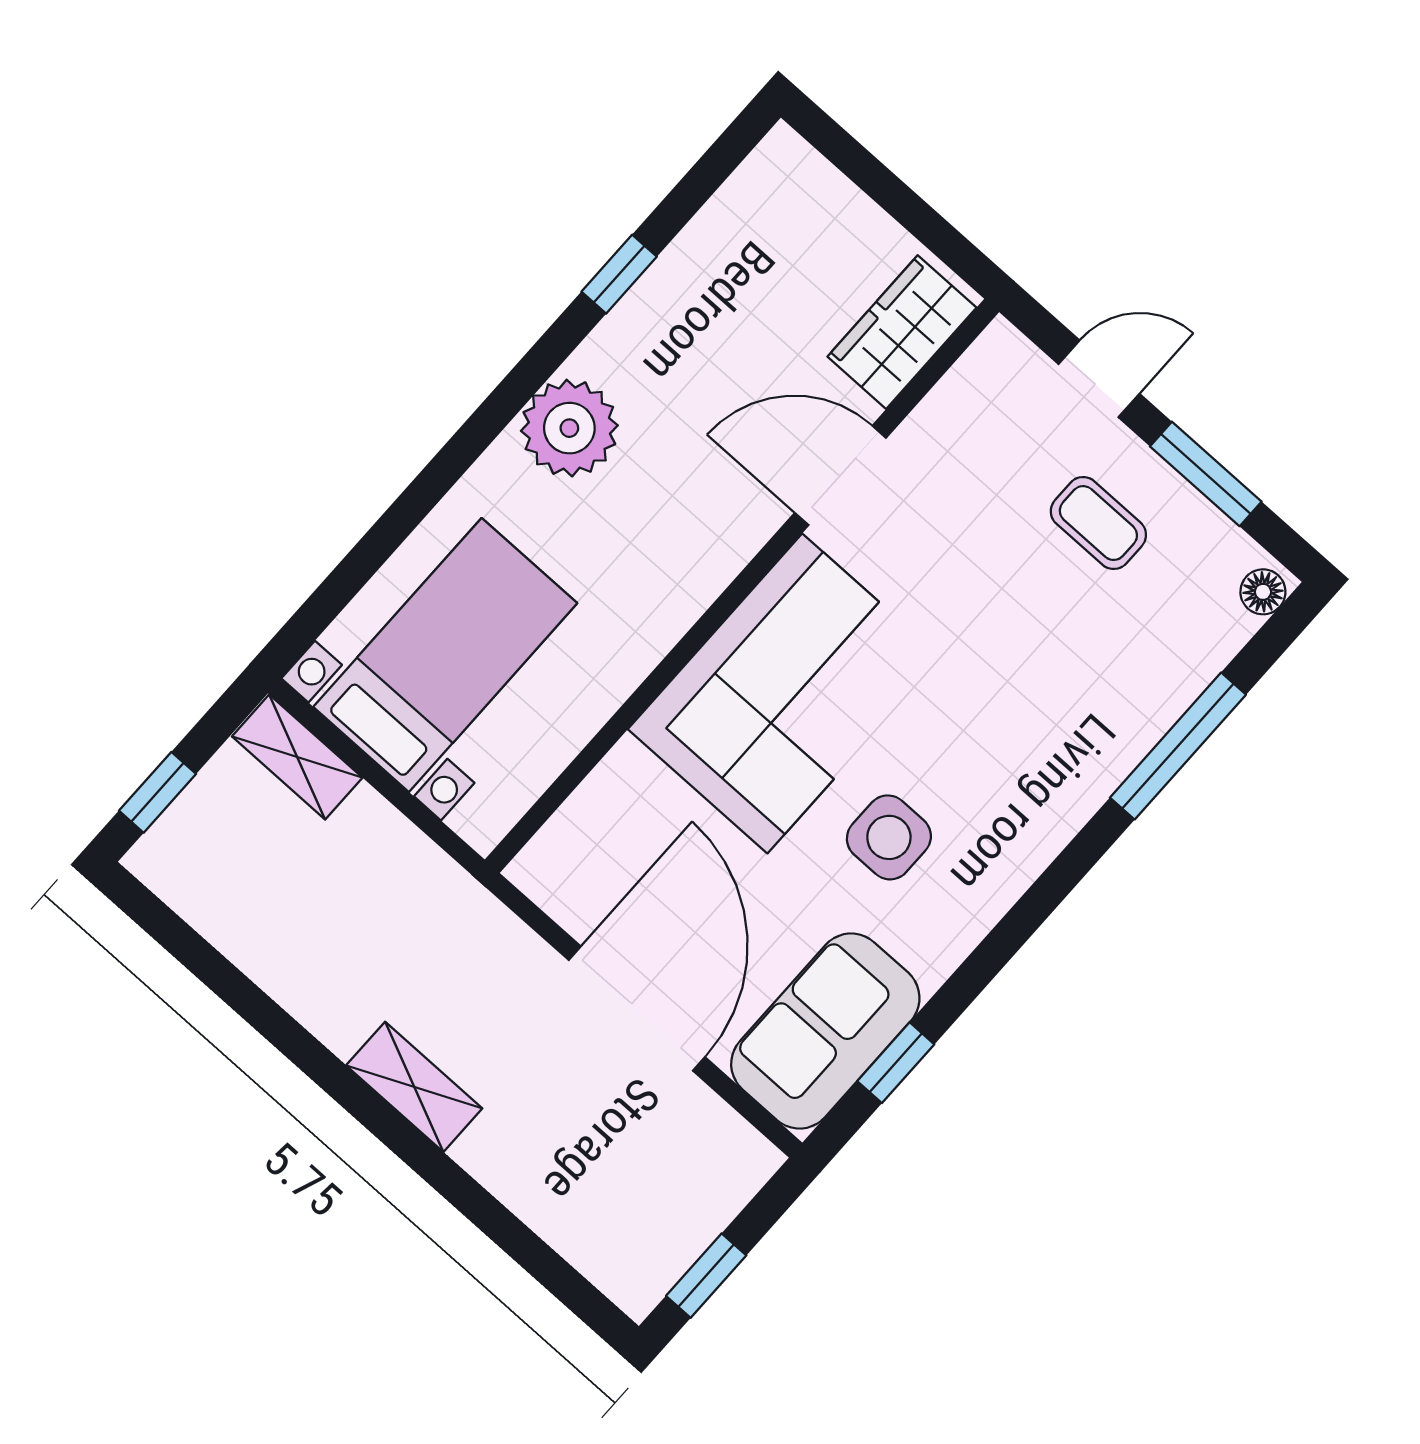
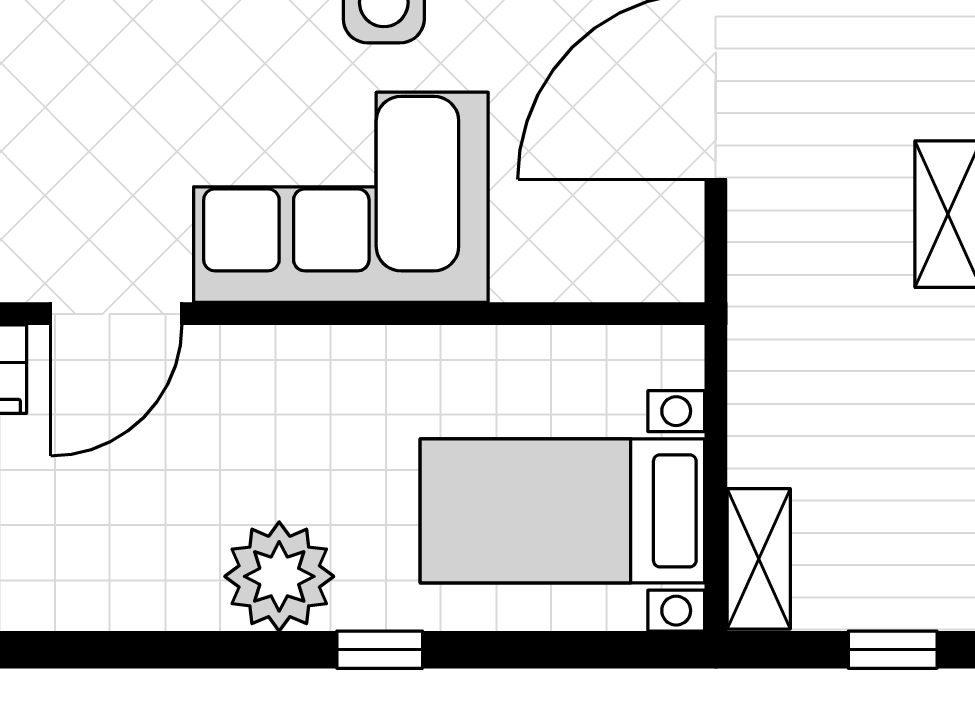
window: (619, 274) -> (380, 650), moved
door: (840, 475) -> (116, 314), hinge flipped

